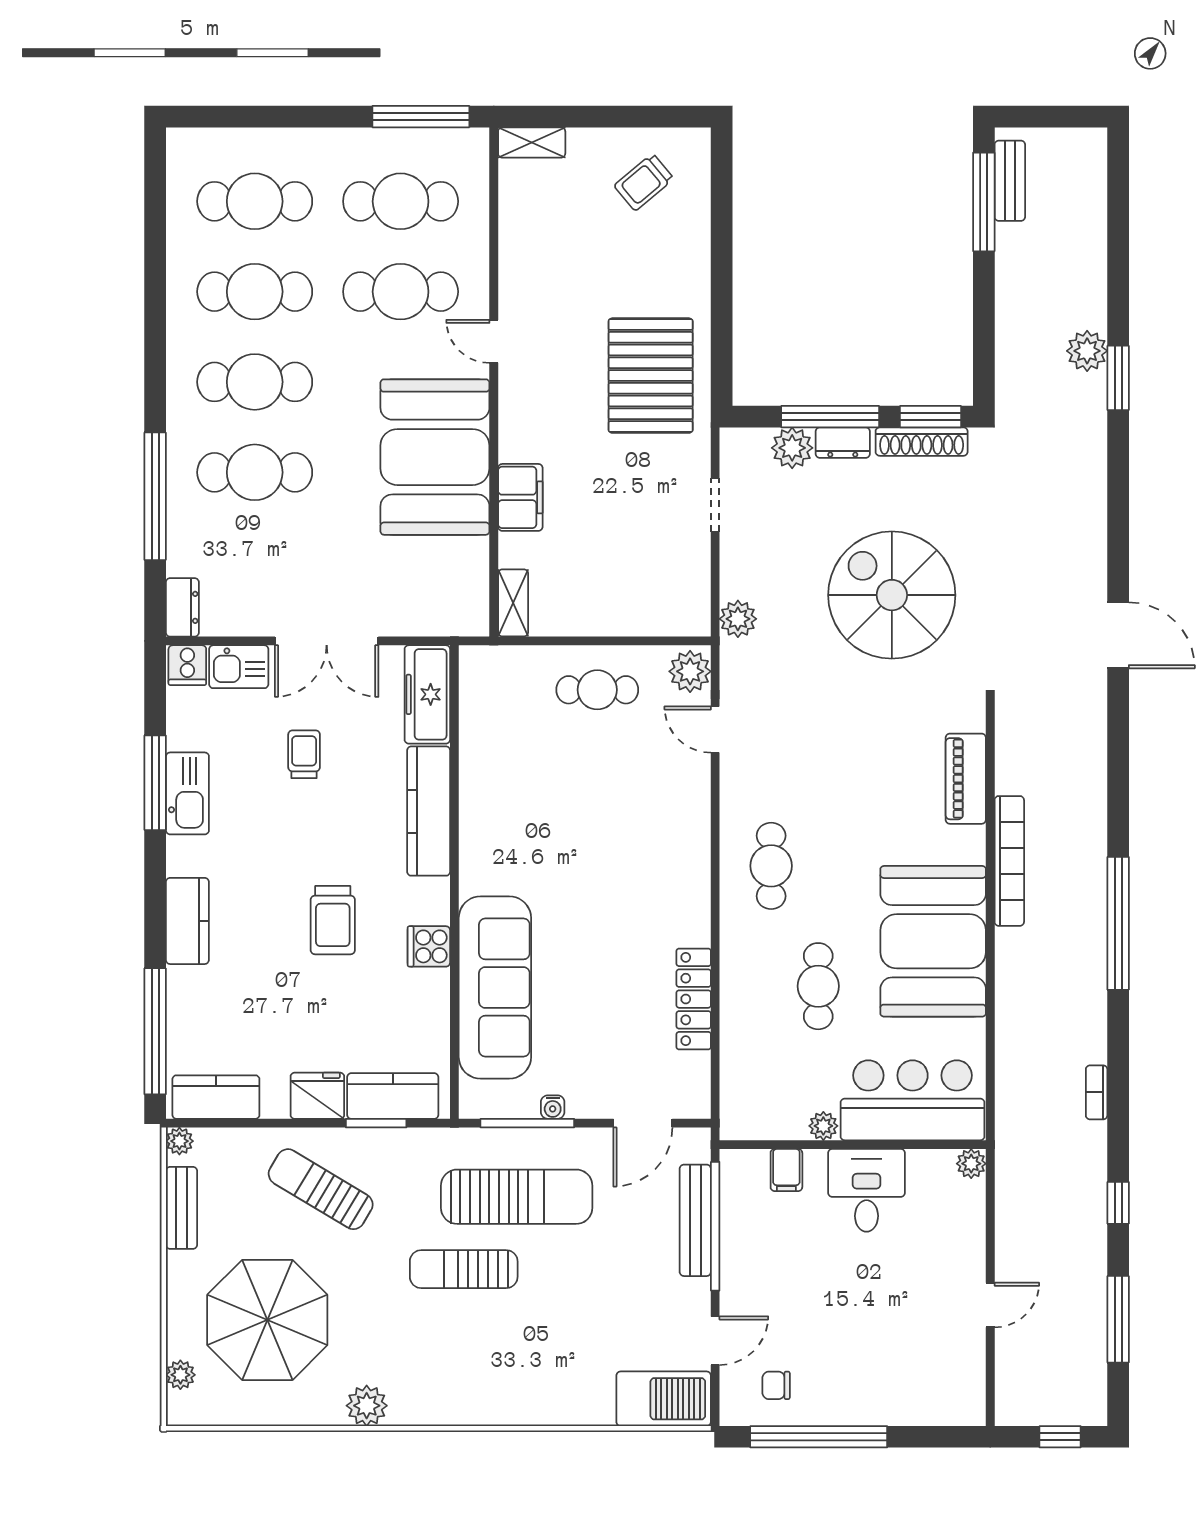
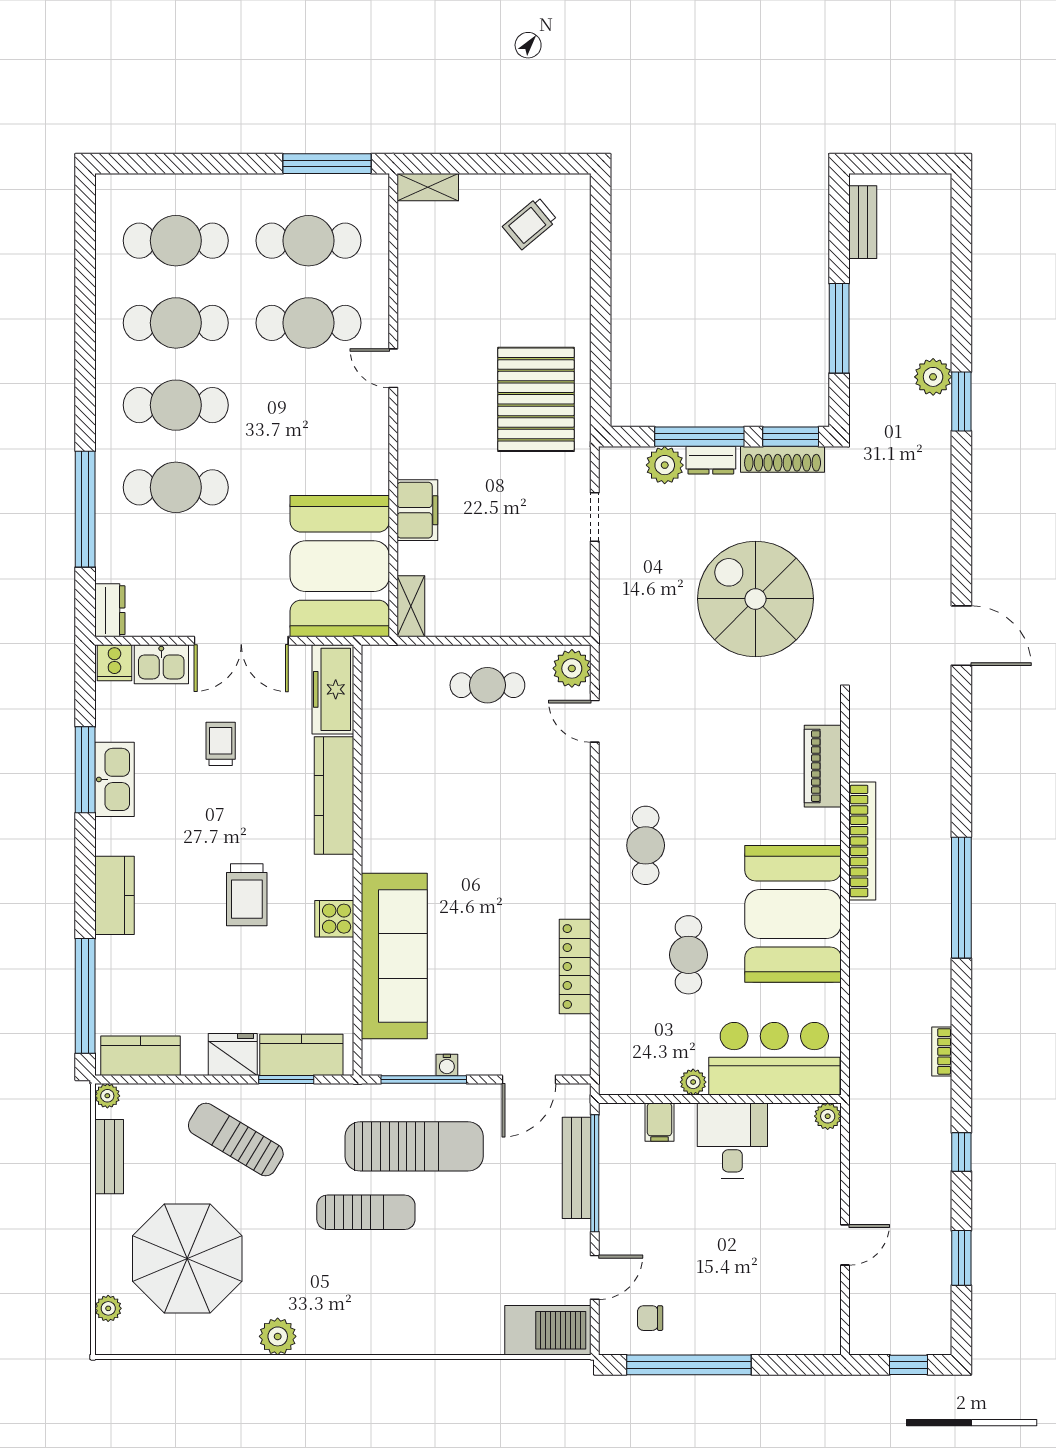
window: (984, 202) -> (839, 328), moved
booth: (435, 457) -> (340, 566), moved
plant: (738, 619) -> (615, 621), removed
sun lounger: (464, 1269) -> (366, 1212), turned 180
window: (1118, 1319) -> (961, 1258), width x0.69

